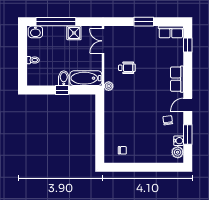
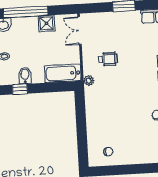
bidet: (64, 78) -> (25, 75), moved
window: (62, 90) -> (20, 89), moved

